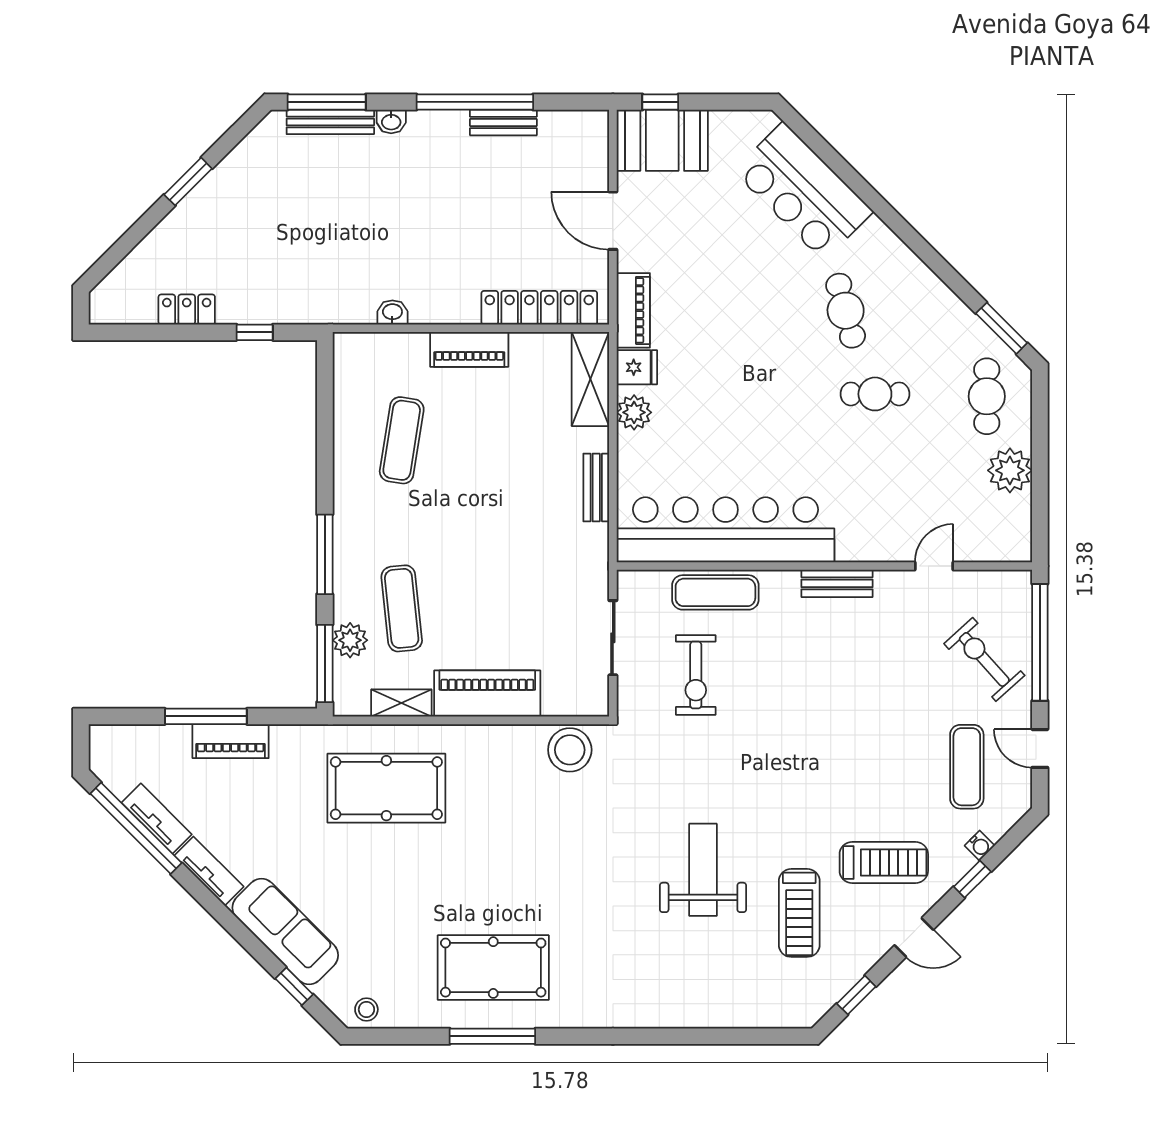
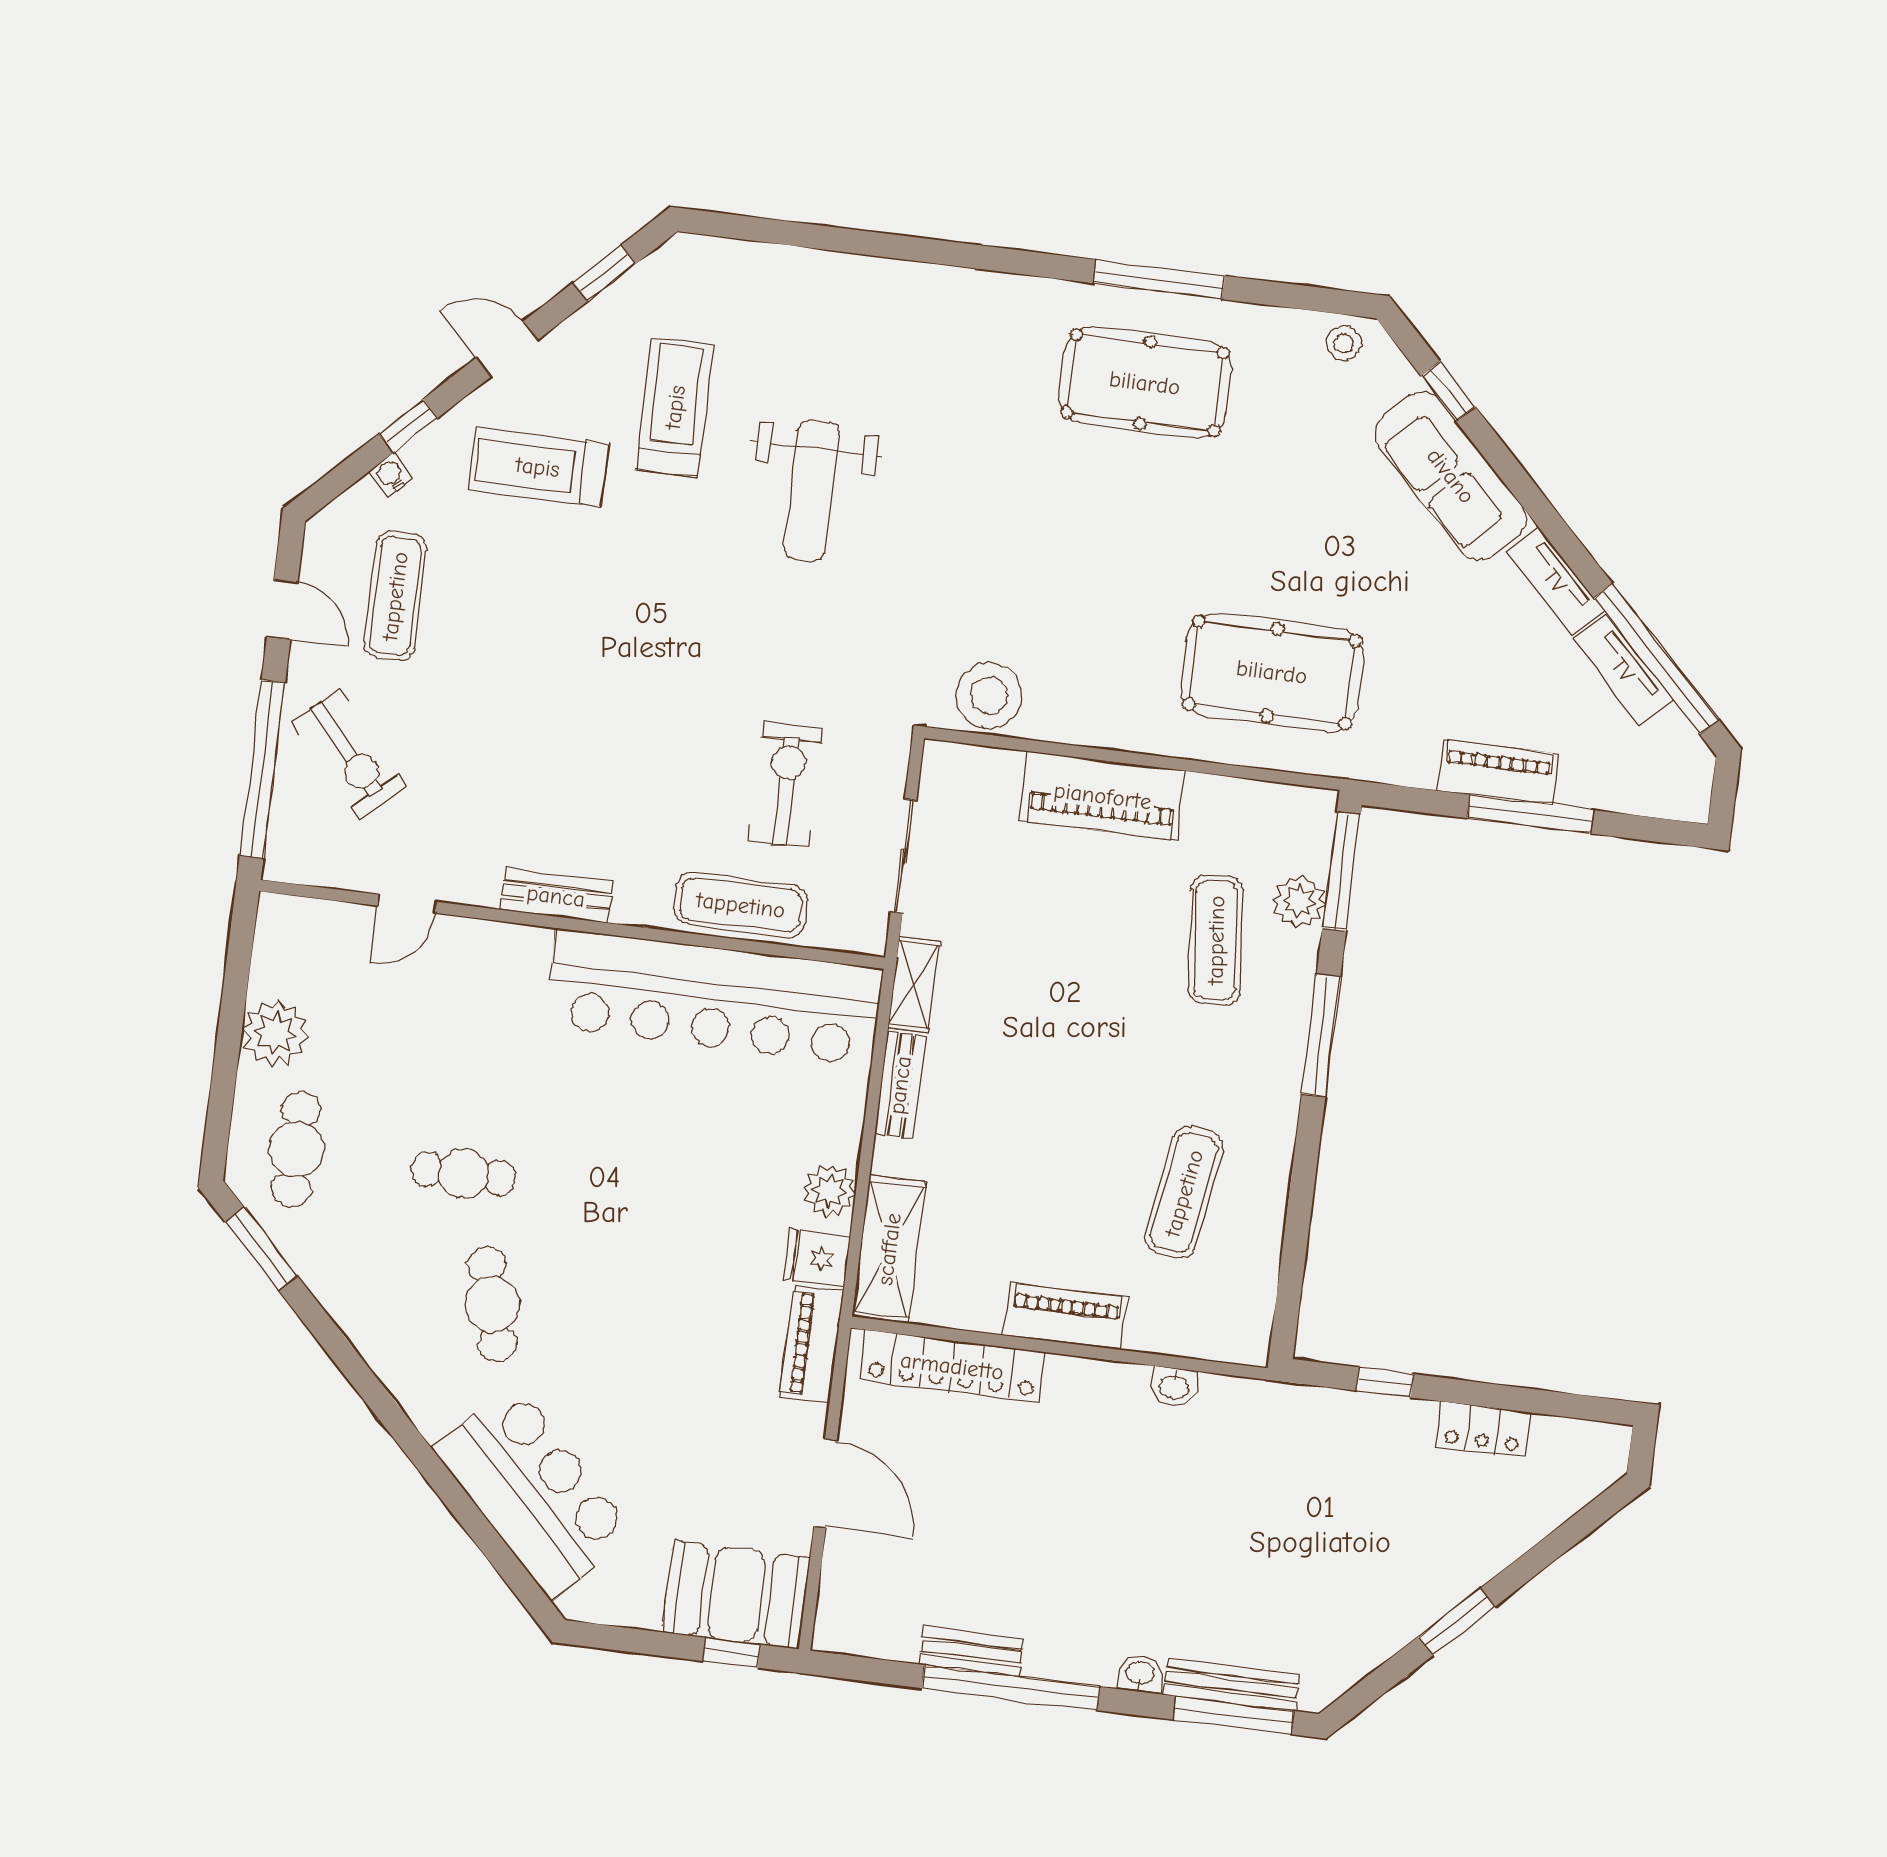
shelving: (401, 703) -> (914, 985), moved, turned 90

